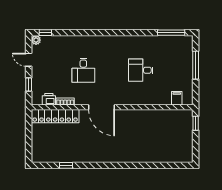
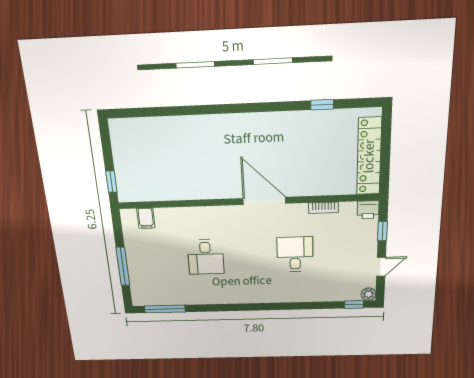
door: (29, 60) -> (381, 267), hinge flipped
desk: (141, 70) -> (206, 257), turned 90
printer: (49, 99) -> (368, 210), moved
locker: (55, 116) -> (369, 156), moved, turned -90

